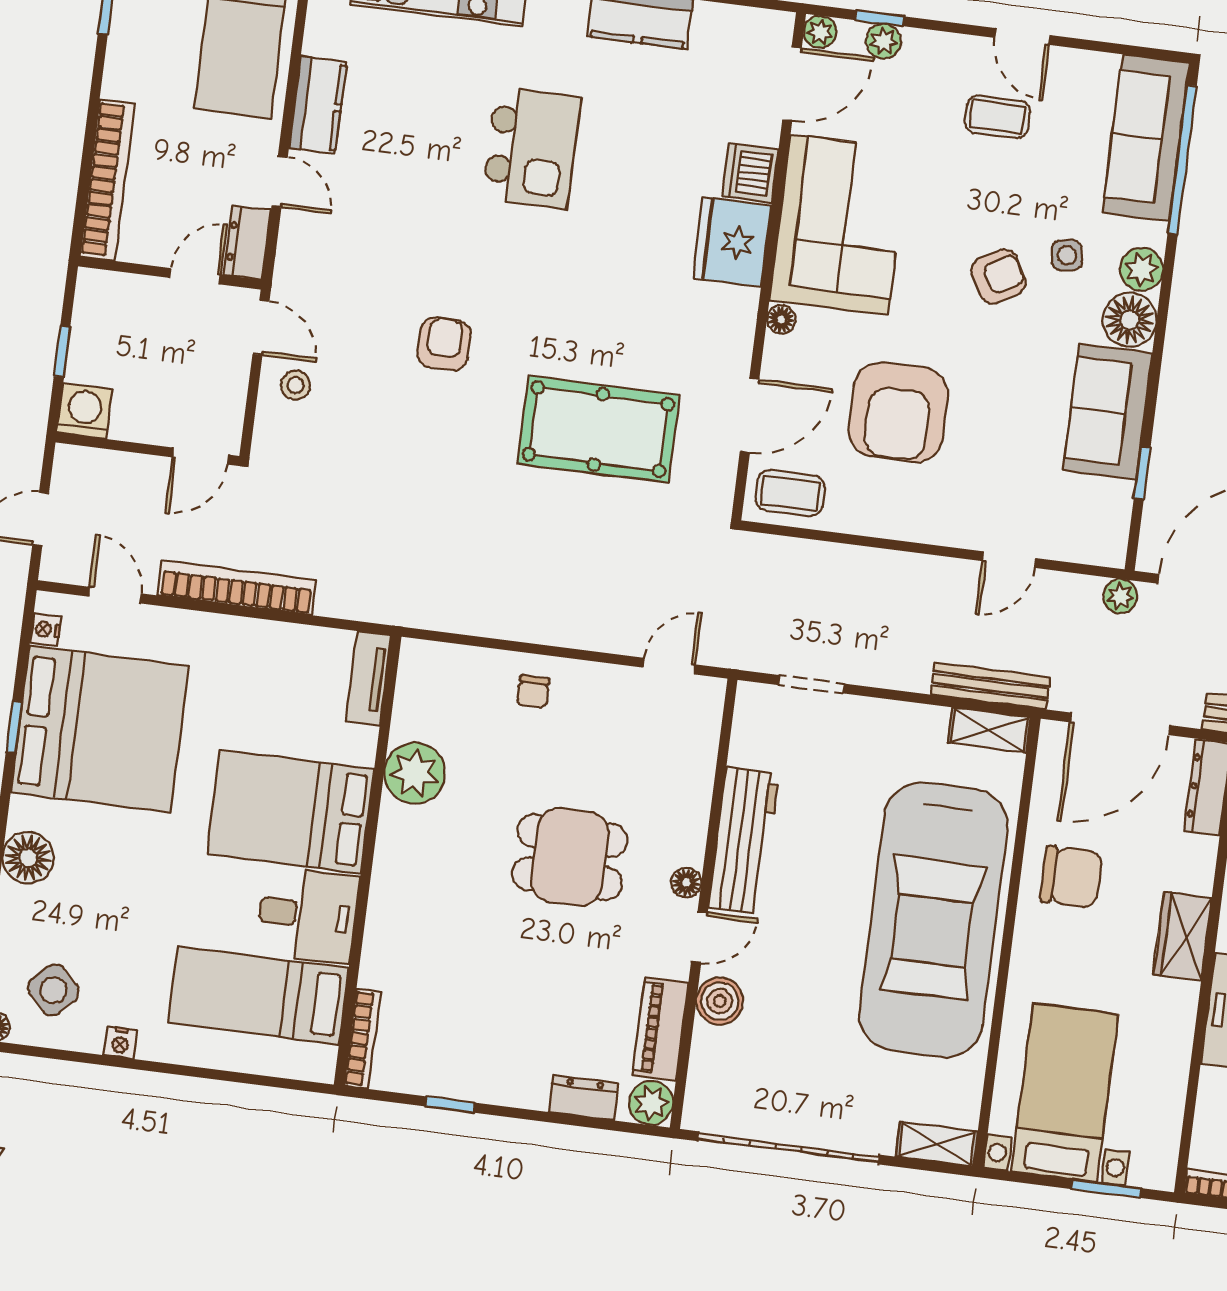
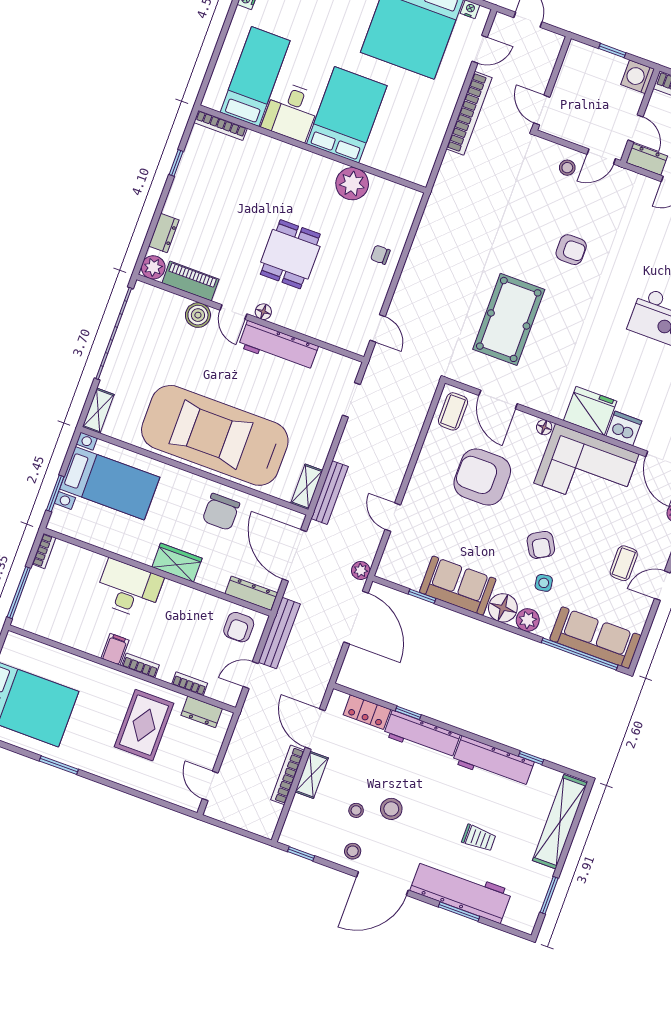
washing machine: (85, 411) -> (638, 77), moved, turned 180
tv unit: (368, 678) -> (407, 171), removed

